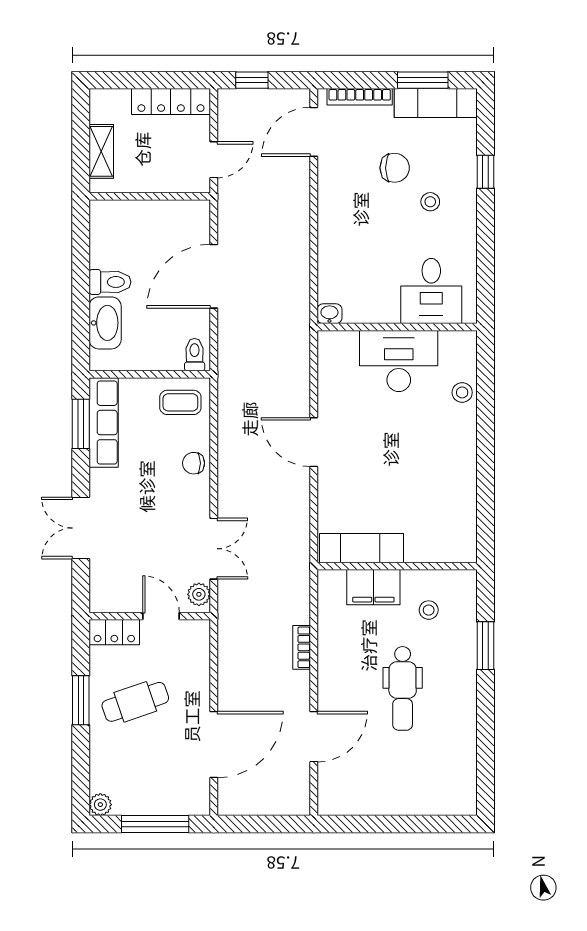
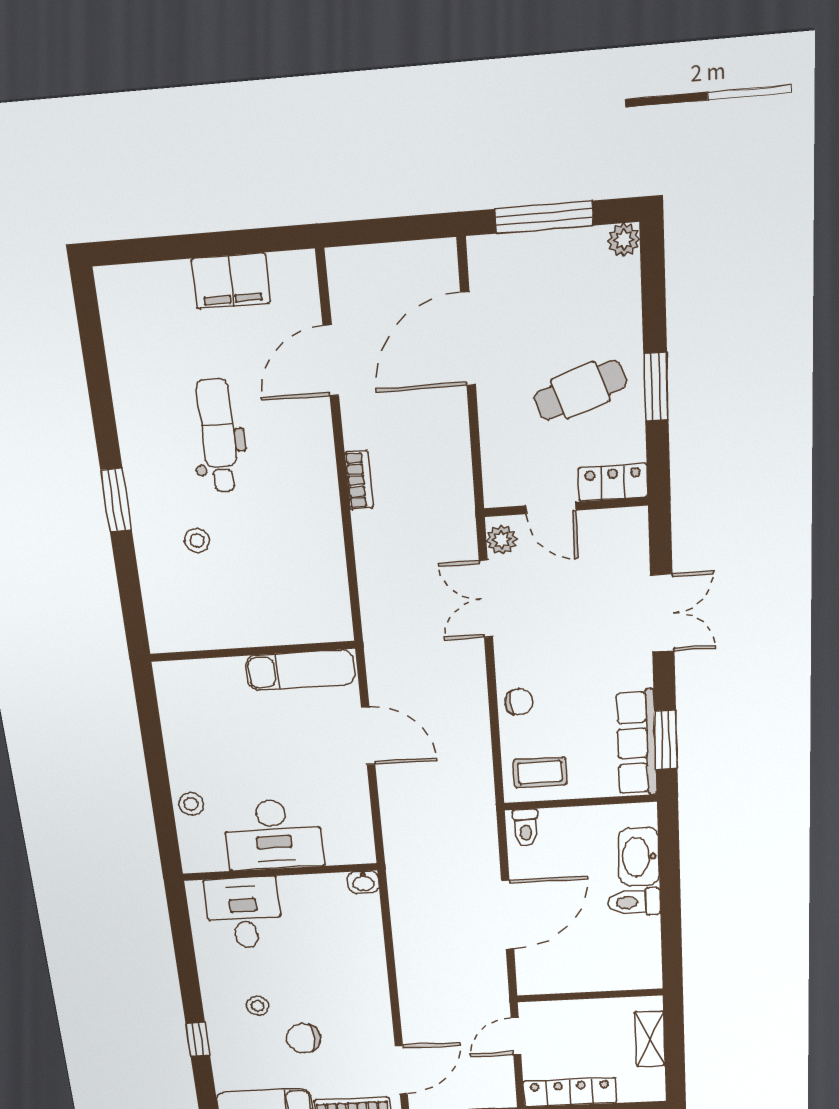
exam couch: (362, 548) -> (300, 670), moved
wall: (397, 566) -> (252, 651), moved
filing cabinet: (373, 587) -> (231, 281), moved, turned 180

